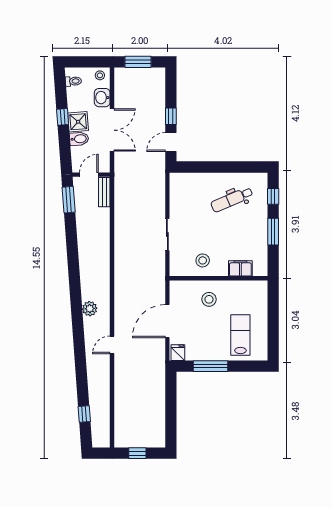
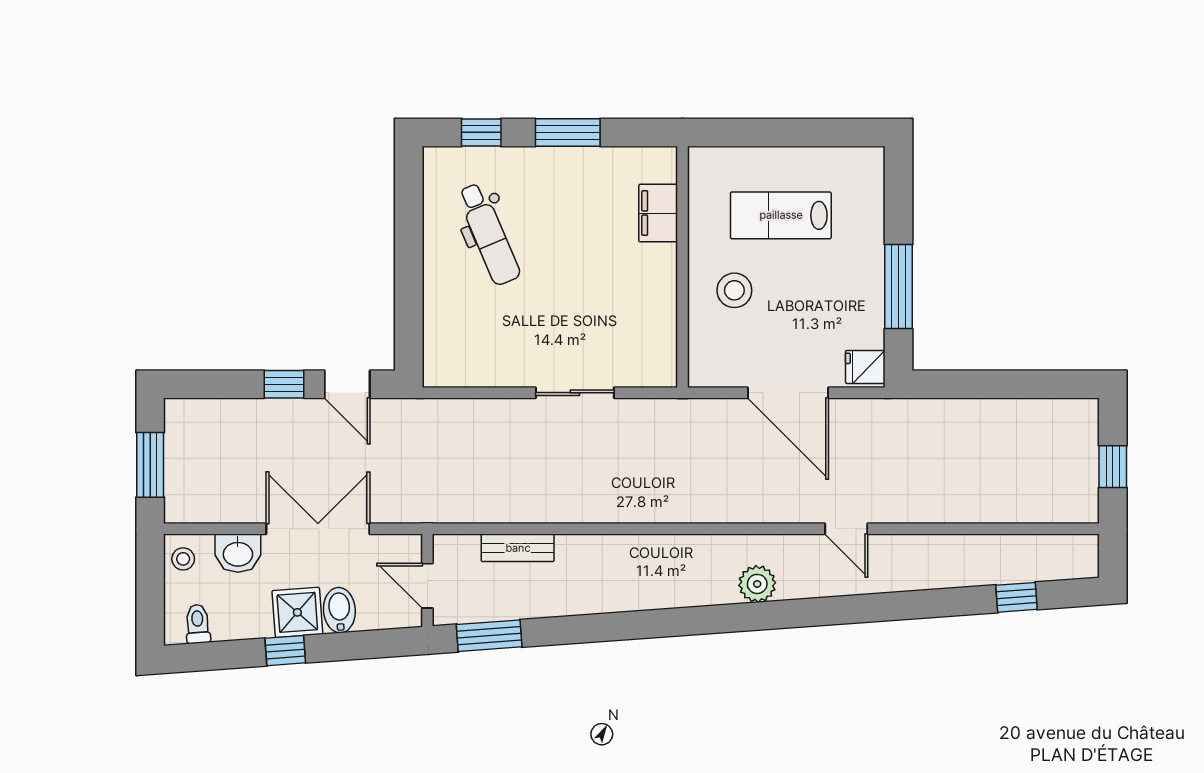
bench: (104, 192) -> (518, 548), moved
stool: (203, 260) -> (639, 306), removed
lab bench: (240, 335) -> (781, 215), moved

